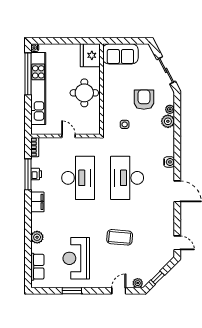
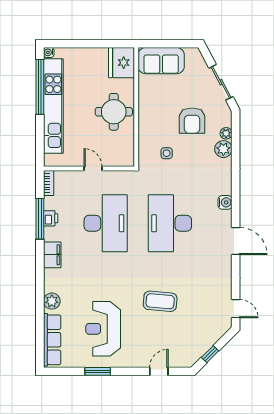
armchair: (144, 100) -> (192, 121), turned 180
row of seats: (37, 267) -> (52, 340), width x1.48
plant: (138, 283) -> (184, 361), removed

